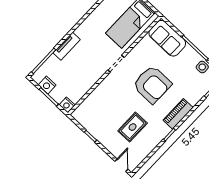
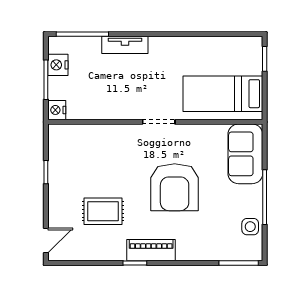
piano: (178, 114) -> (151, 250), moved

